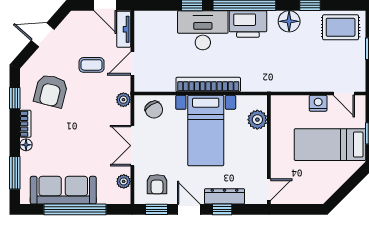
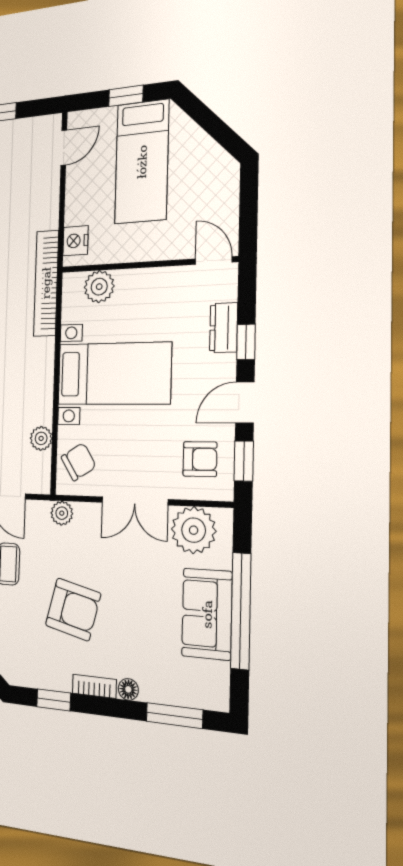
plant: (167, 84) -> (41, 438), added
bookcase: (208, 84) -> (46, 283), moved
armchair: (51, 91) -> (73, 609), moved
nightstand: (318, 103) -> (75, 241), moved
plant: (124, 181) -> (194, 530), width x1.87, depth x1.87
sofa: (63, 190) -> (207, 614), width x0.73
dresser: (225, 196) -> (224, 328), width x0.70

